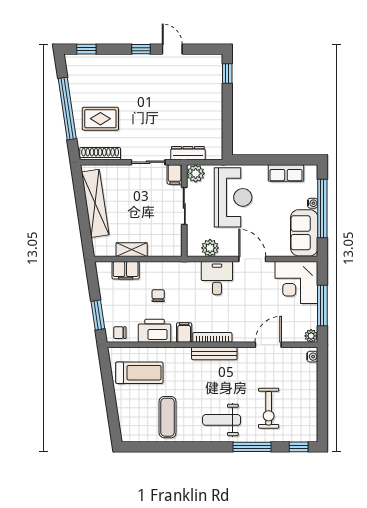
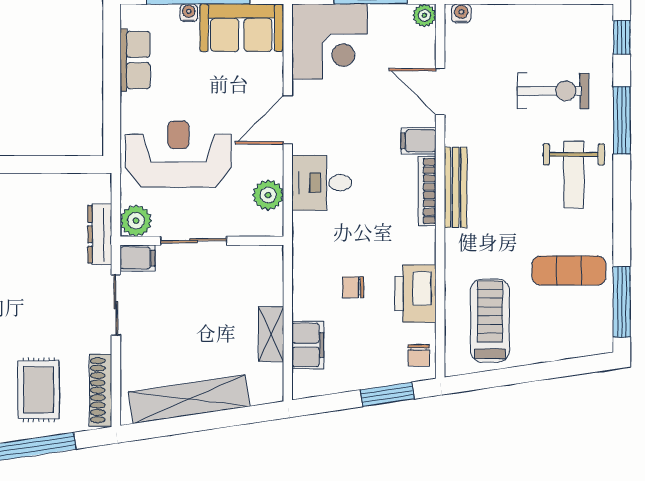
filing cabinet: (184, 332) -> (418, 141), moved
window: (150, 447) -> (622, 302), added

